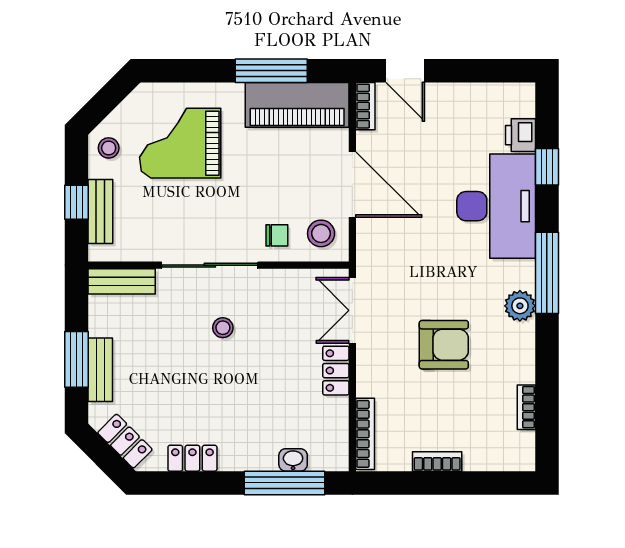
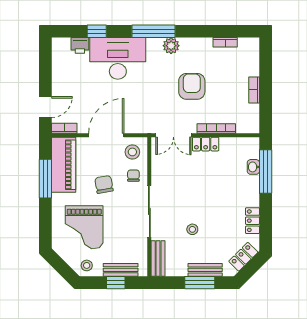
chair: (260, 180) -> (104, 184), added
stool: (223, 328) -> (192, 229), moved
bookcase: (365, 434) -> (216, 128), moved

